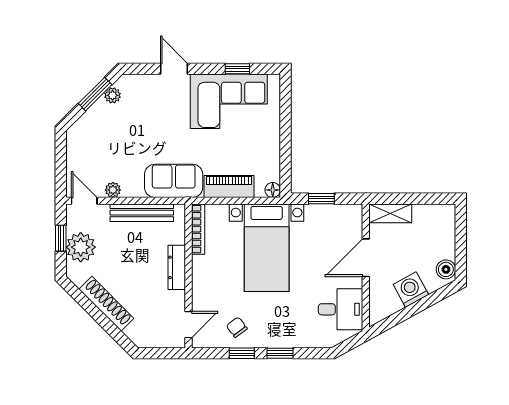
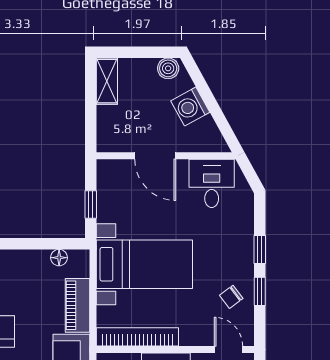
floor lamp: (273, 190) -> (59, 258), moved
shelving: (390, 213) -> (107, 81), moved
bookcase: (198, 229) -> (137, 337), width x1.48, depth x1.31

